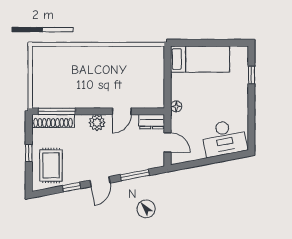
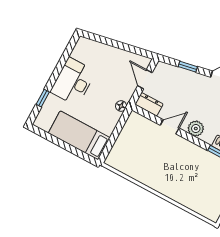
desk: (224, 138) -> (73, 82), moved, turned -79
window: (135, 175) -> (188, 67), width x0.67

